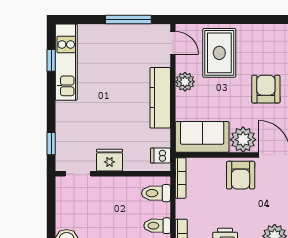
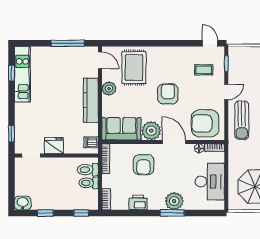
armchair: (241, 175) -> (144, 165), moved
toilet: (157, 226) -> (89, 183), moved

